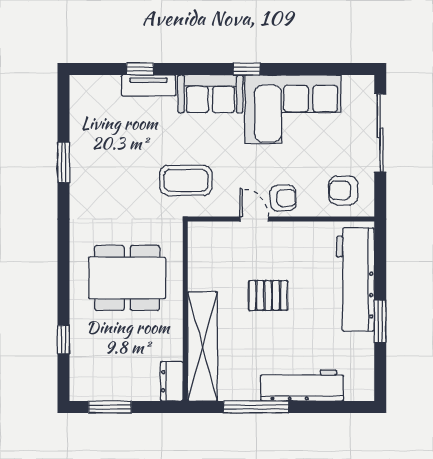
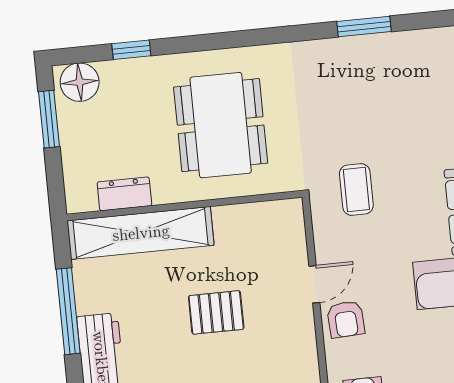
coffee table: (186, 180) -> (356, 190), width x0.73, depth x0.77
pallet: (268, 295) -> (216, 312), turned 90
floor lamp: (84, 381) -> (80, 82), added
dresser: (172, 381) -> (124, 194), moved

